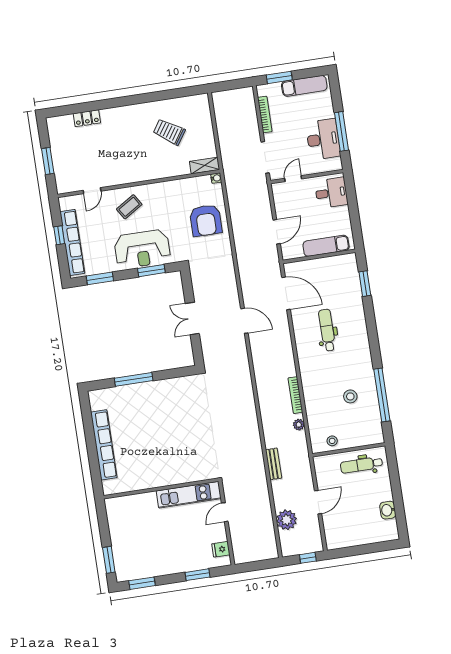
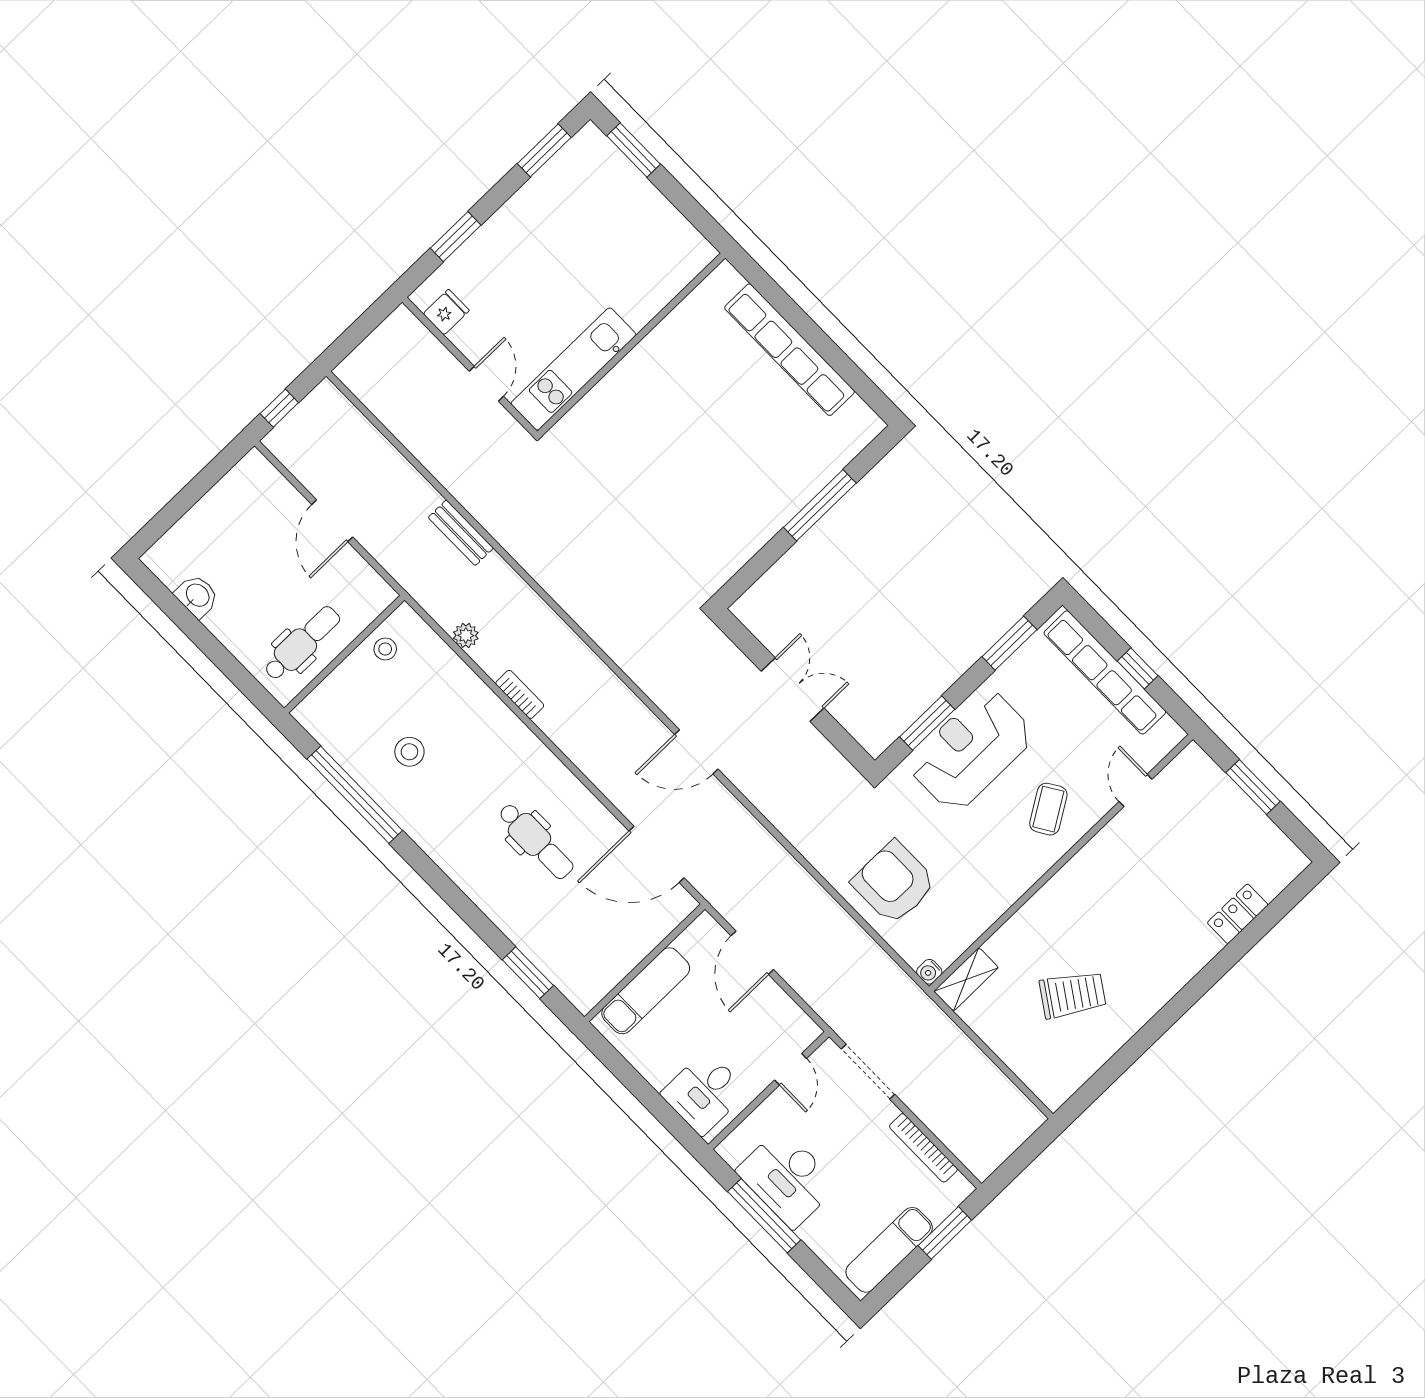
bookcase: (295, 395) -> (520, 694), width x0.64
plant: (287, 520) -> (366, 449), removed

